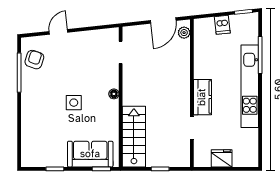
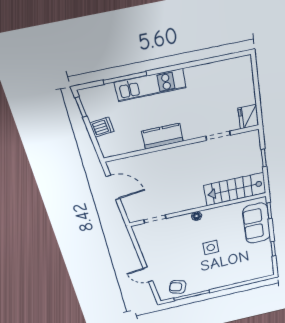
plant: (184, 33) -> (120, 165), removed
kitchen unit: (250, 86) -> (150, 85), width x0.73
kitchen counter: (202, 97) -> (162, 136), moved
fridge: (222, 158) -> (248, 117), moved

